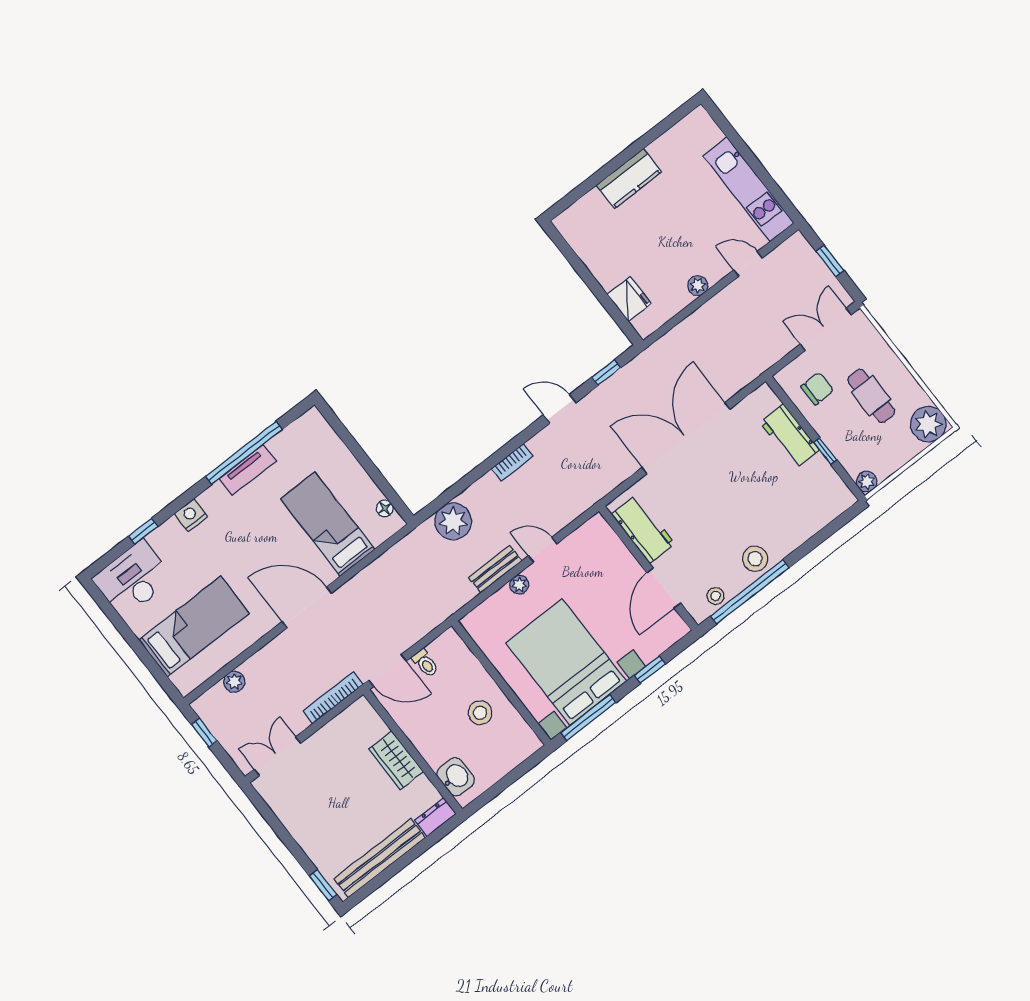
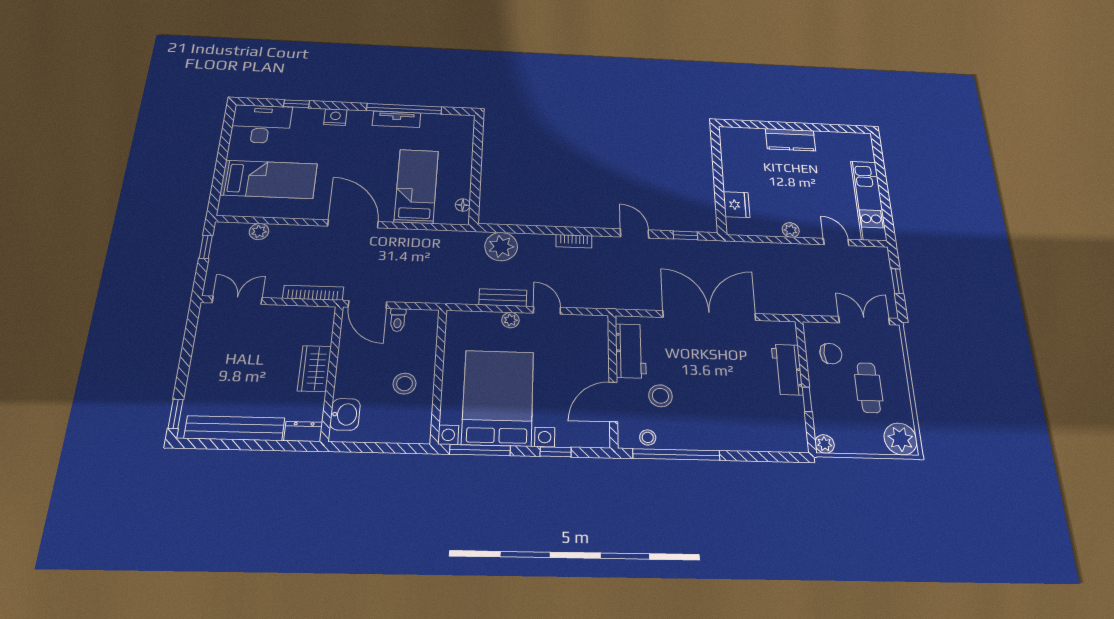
stool: (755, 559) -> (660, 396), moved

